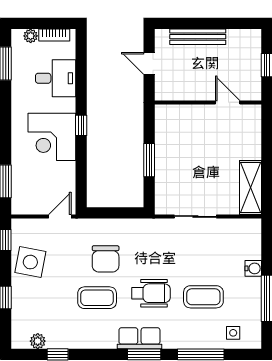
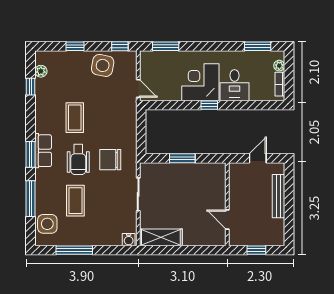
desk: (56, 78) -> (235, 85), moved
door: (228, 102) -> (227, 219), swing flipped
chair: (106, 259) -> (110, 160), moved
water cooler: (253, 268) -> (129, 240), moved
side table: (233, 333) -> (47, 224), width x1.87, depth x1.87

